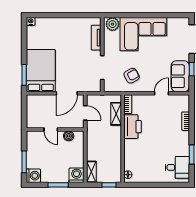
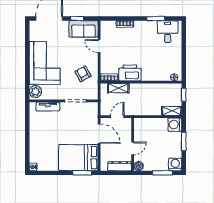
dresser: (31, 115) -> (120, 166), added
boiler: (69, 136) -> (139, 166), moved

